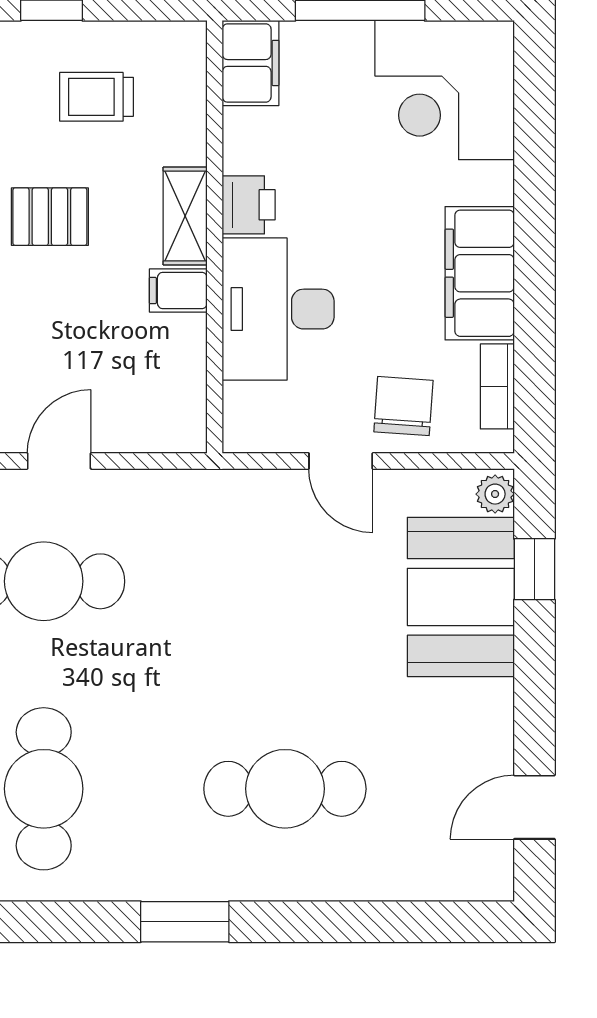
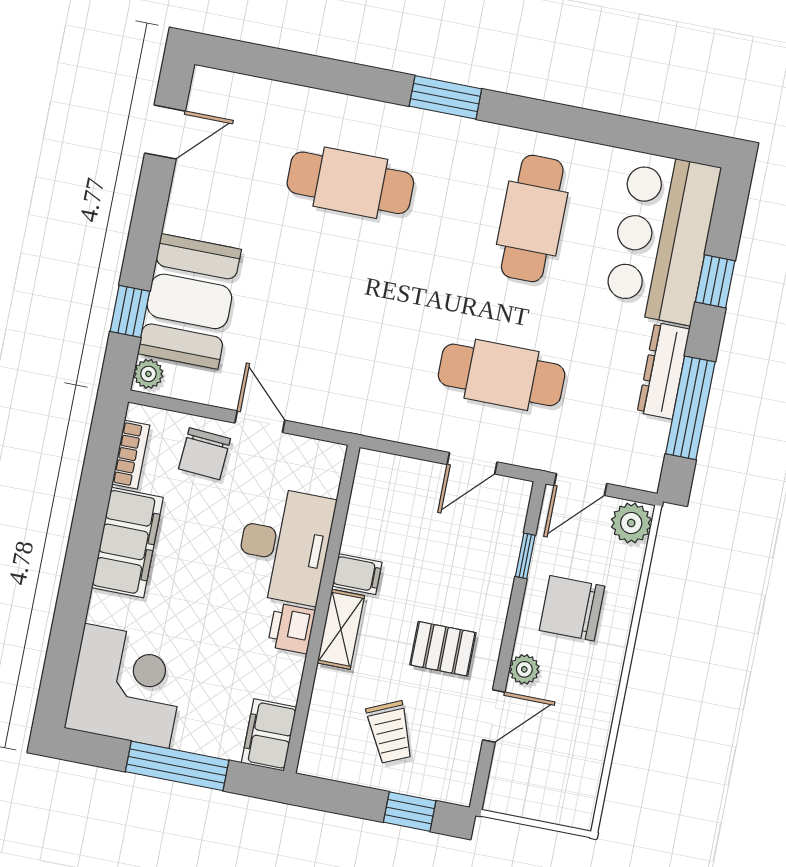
trolley: (97, 97) -> (390, 732), turned 66

